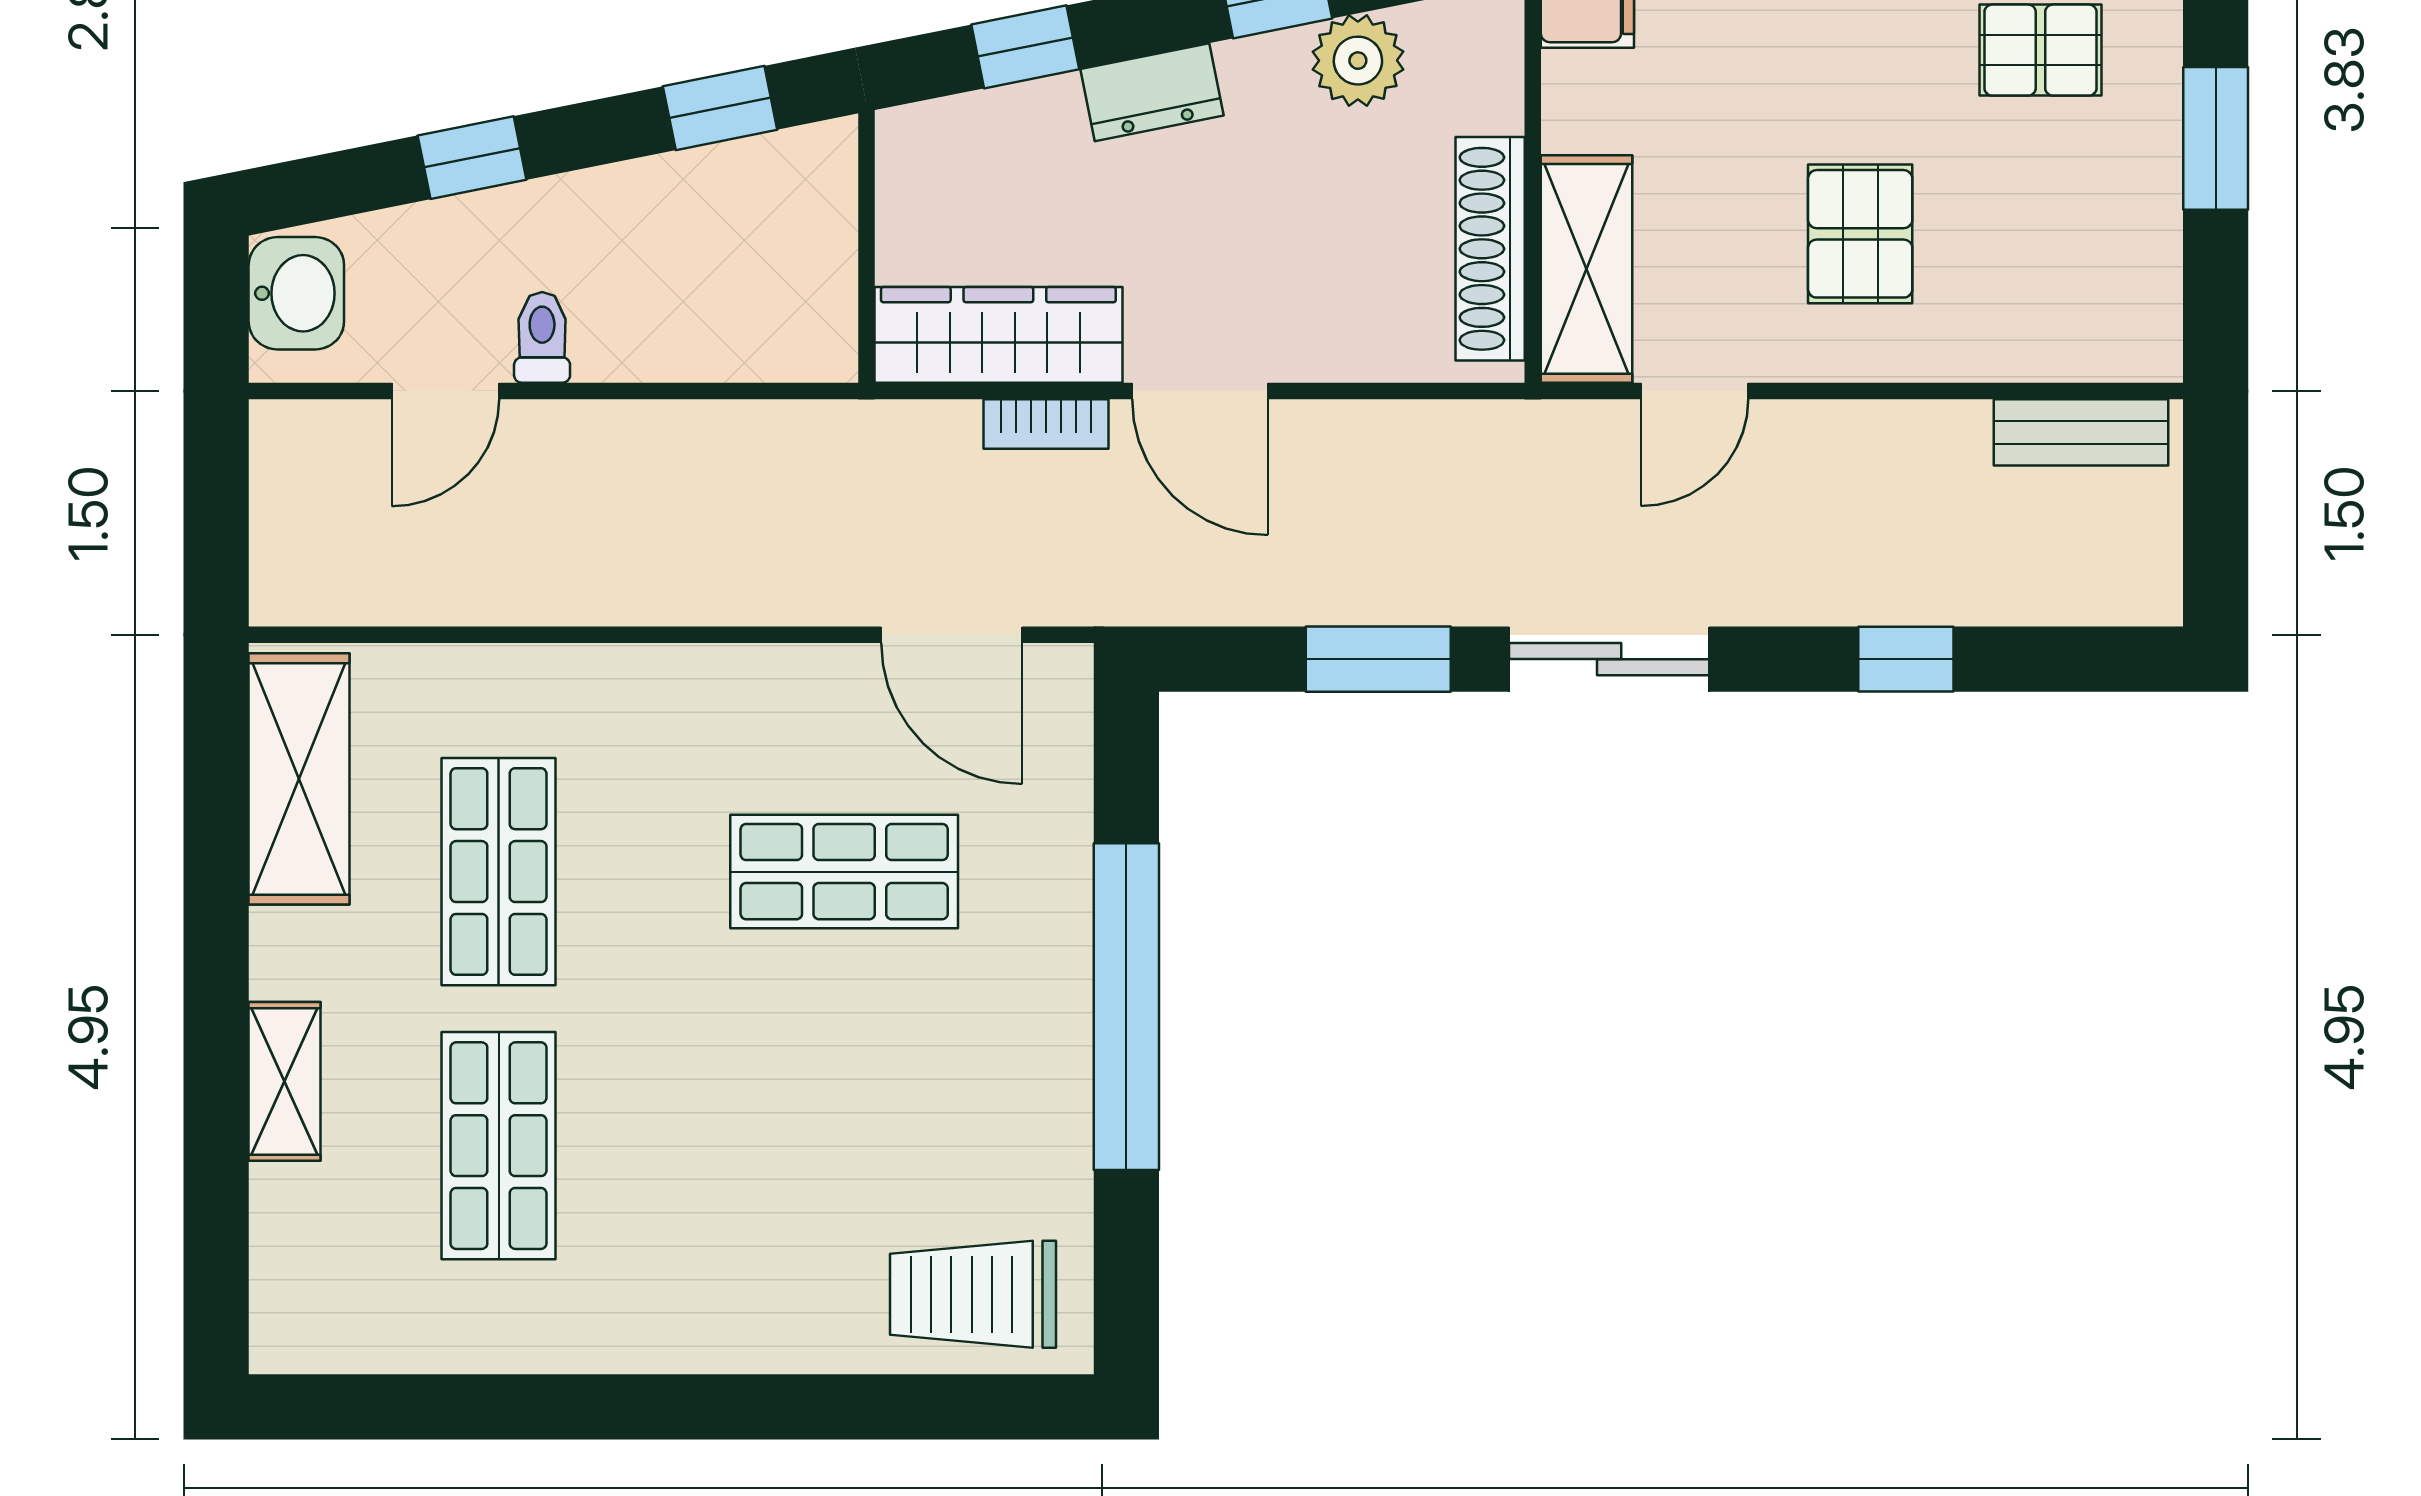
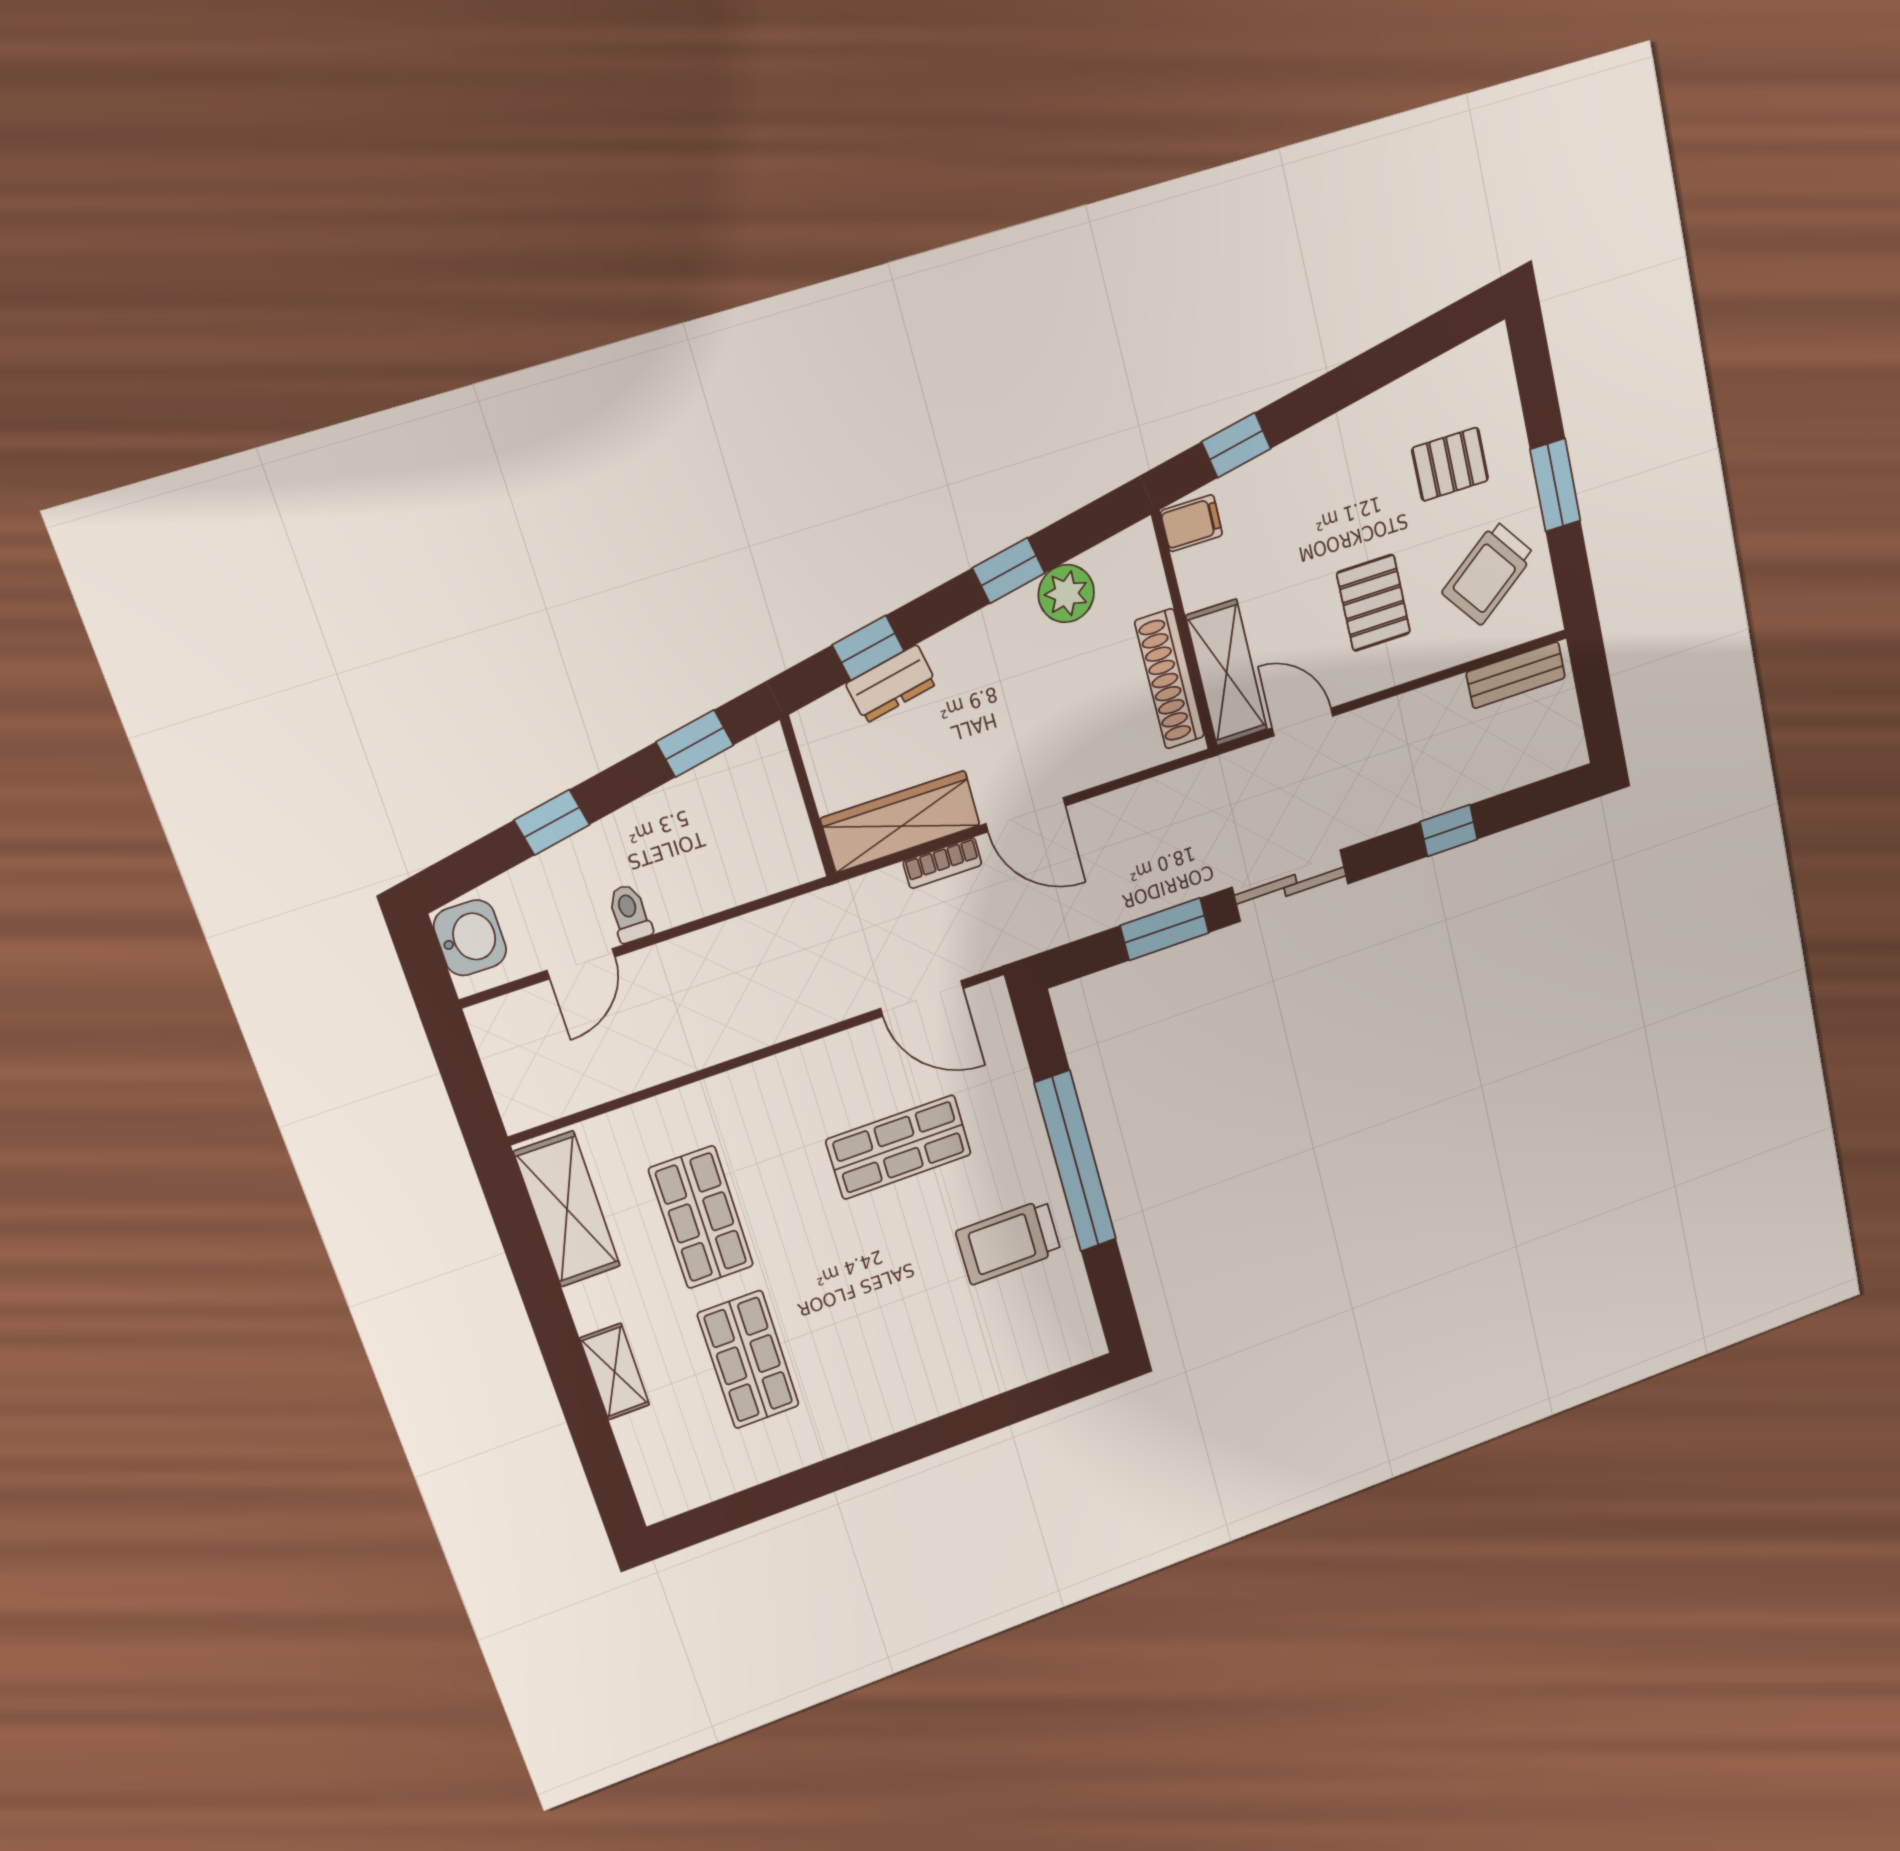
dresser: (1152, 92) -> (891, 684), moved
trolley: (2068, 247) -> (1488, 573), added
door: (1695, 391) -> (1303, 722), swing flipped
trolley: (973, 1294) -> (1009, 1242), moved

